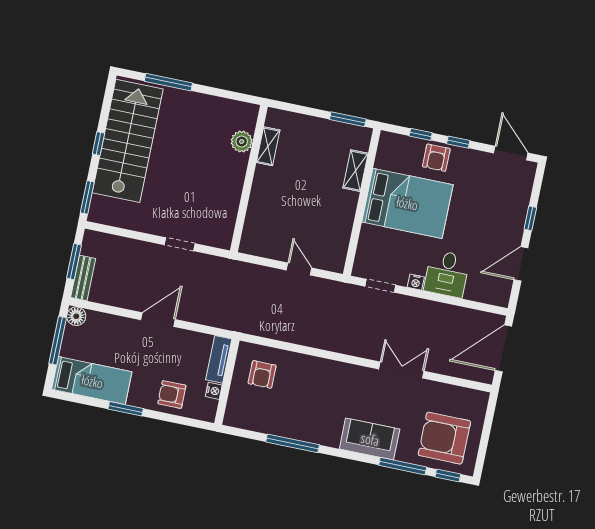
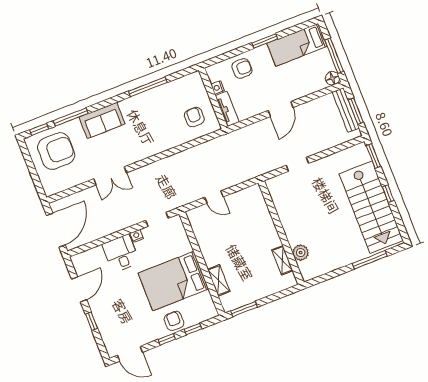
bench: (83, 278) -> (346, 110), width x1.36

